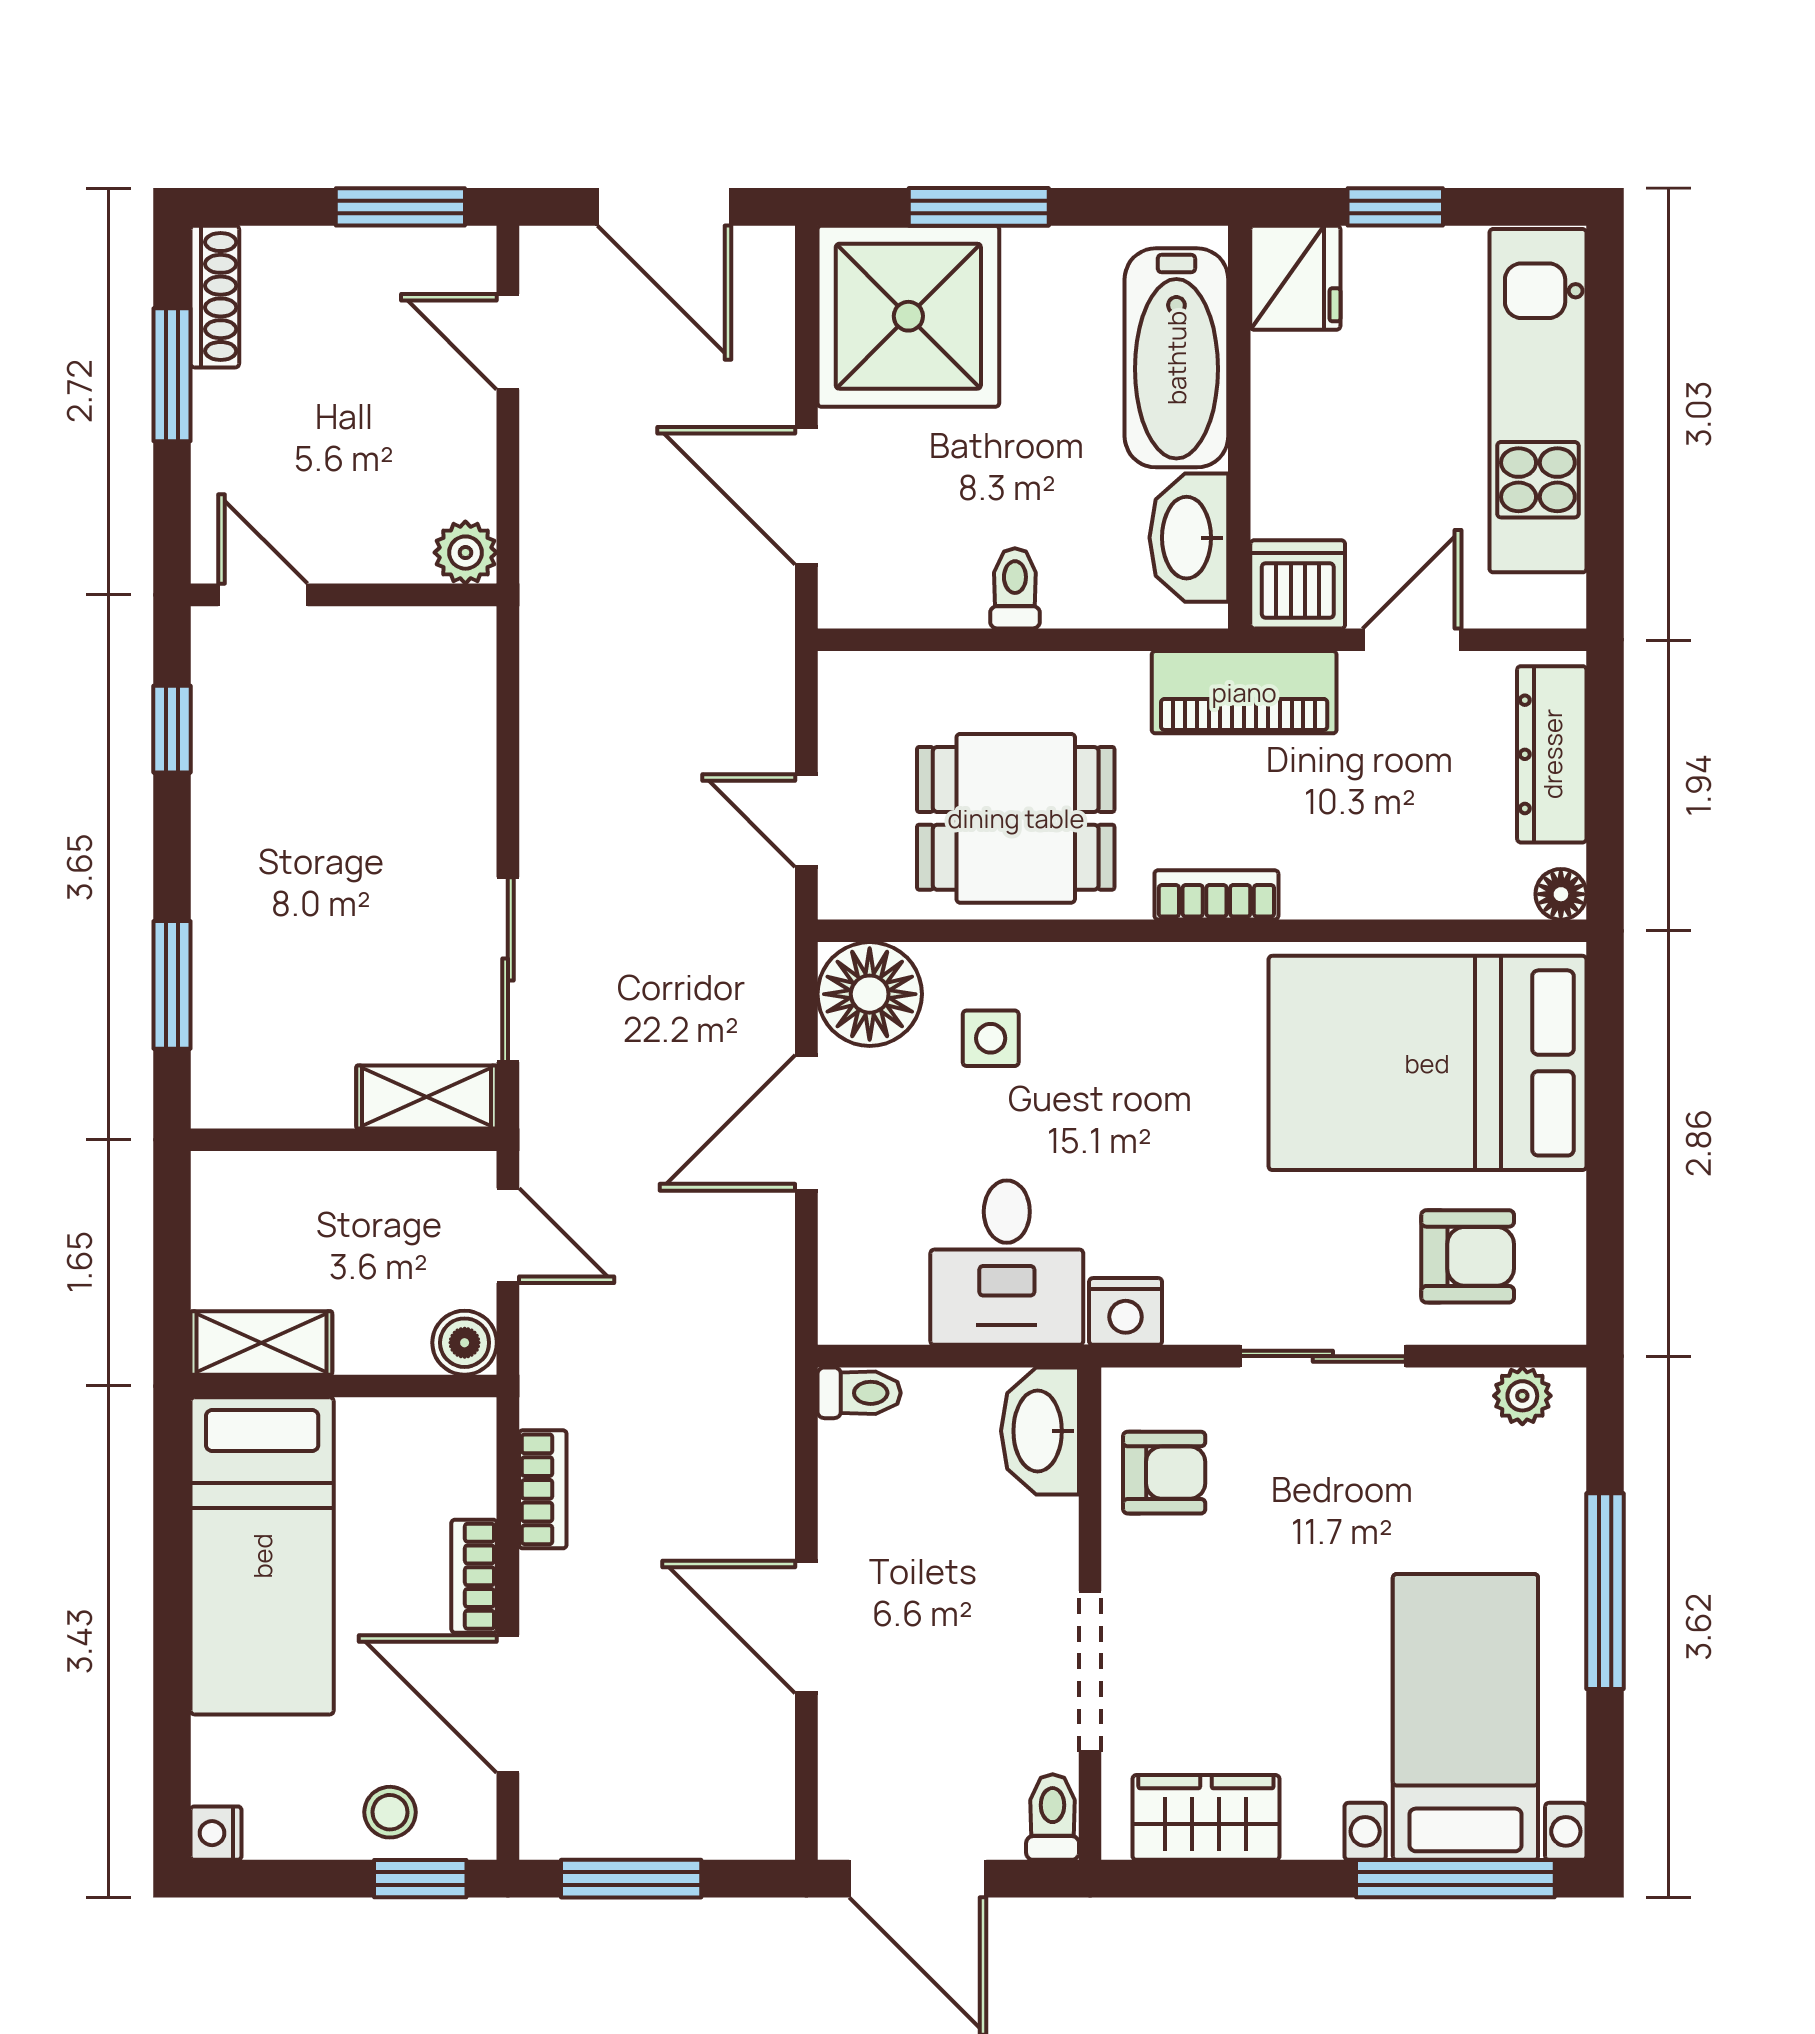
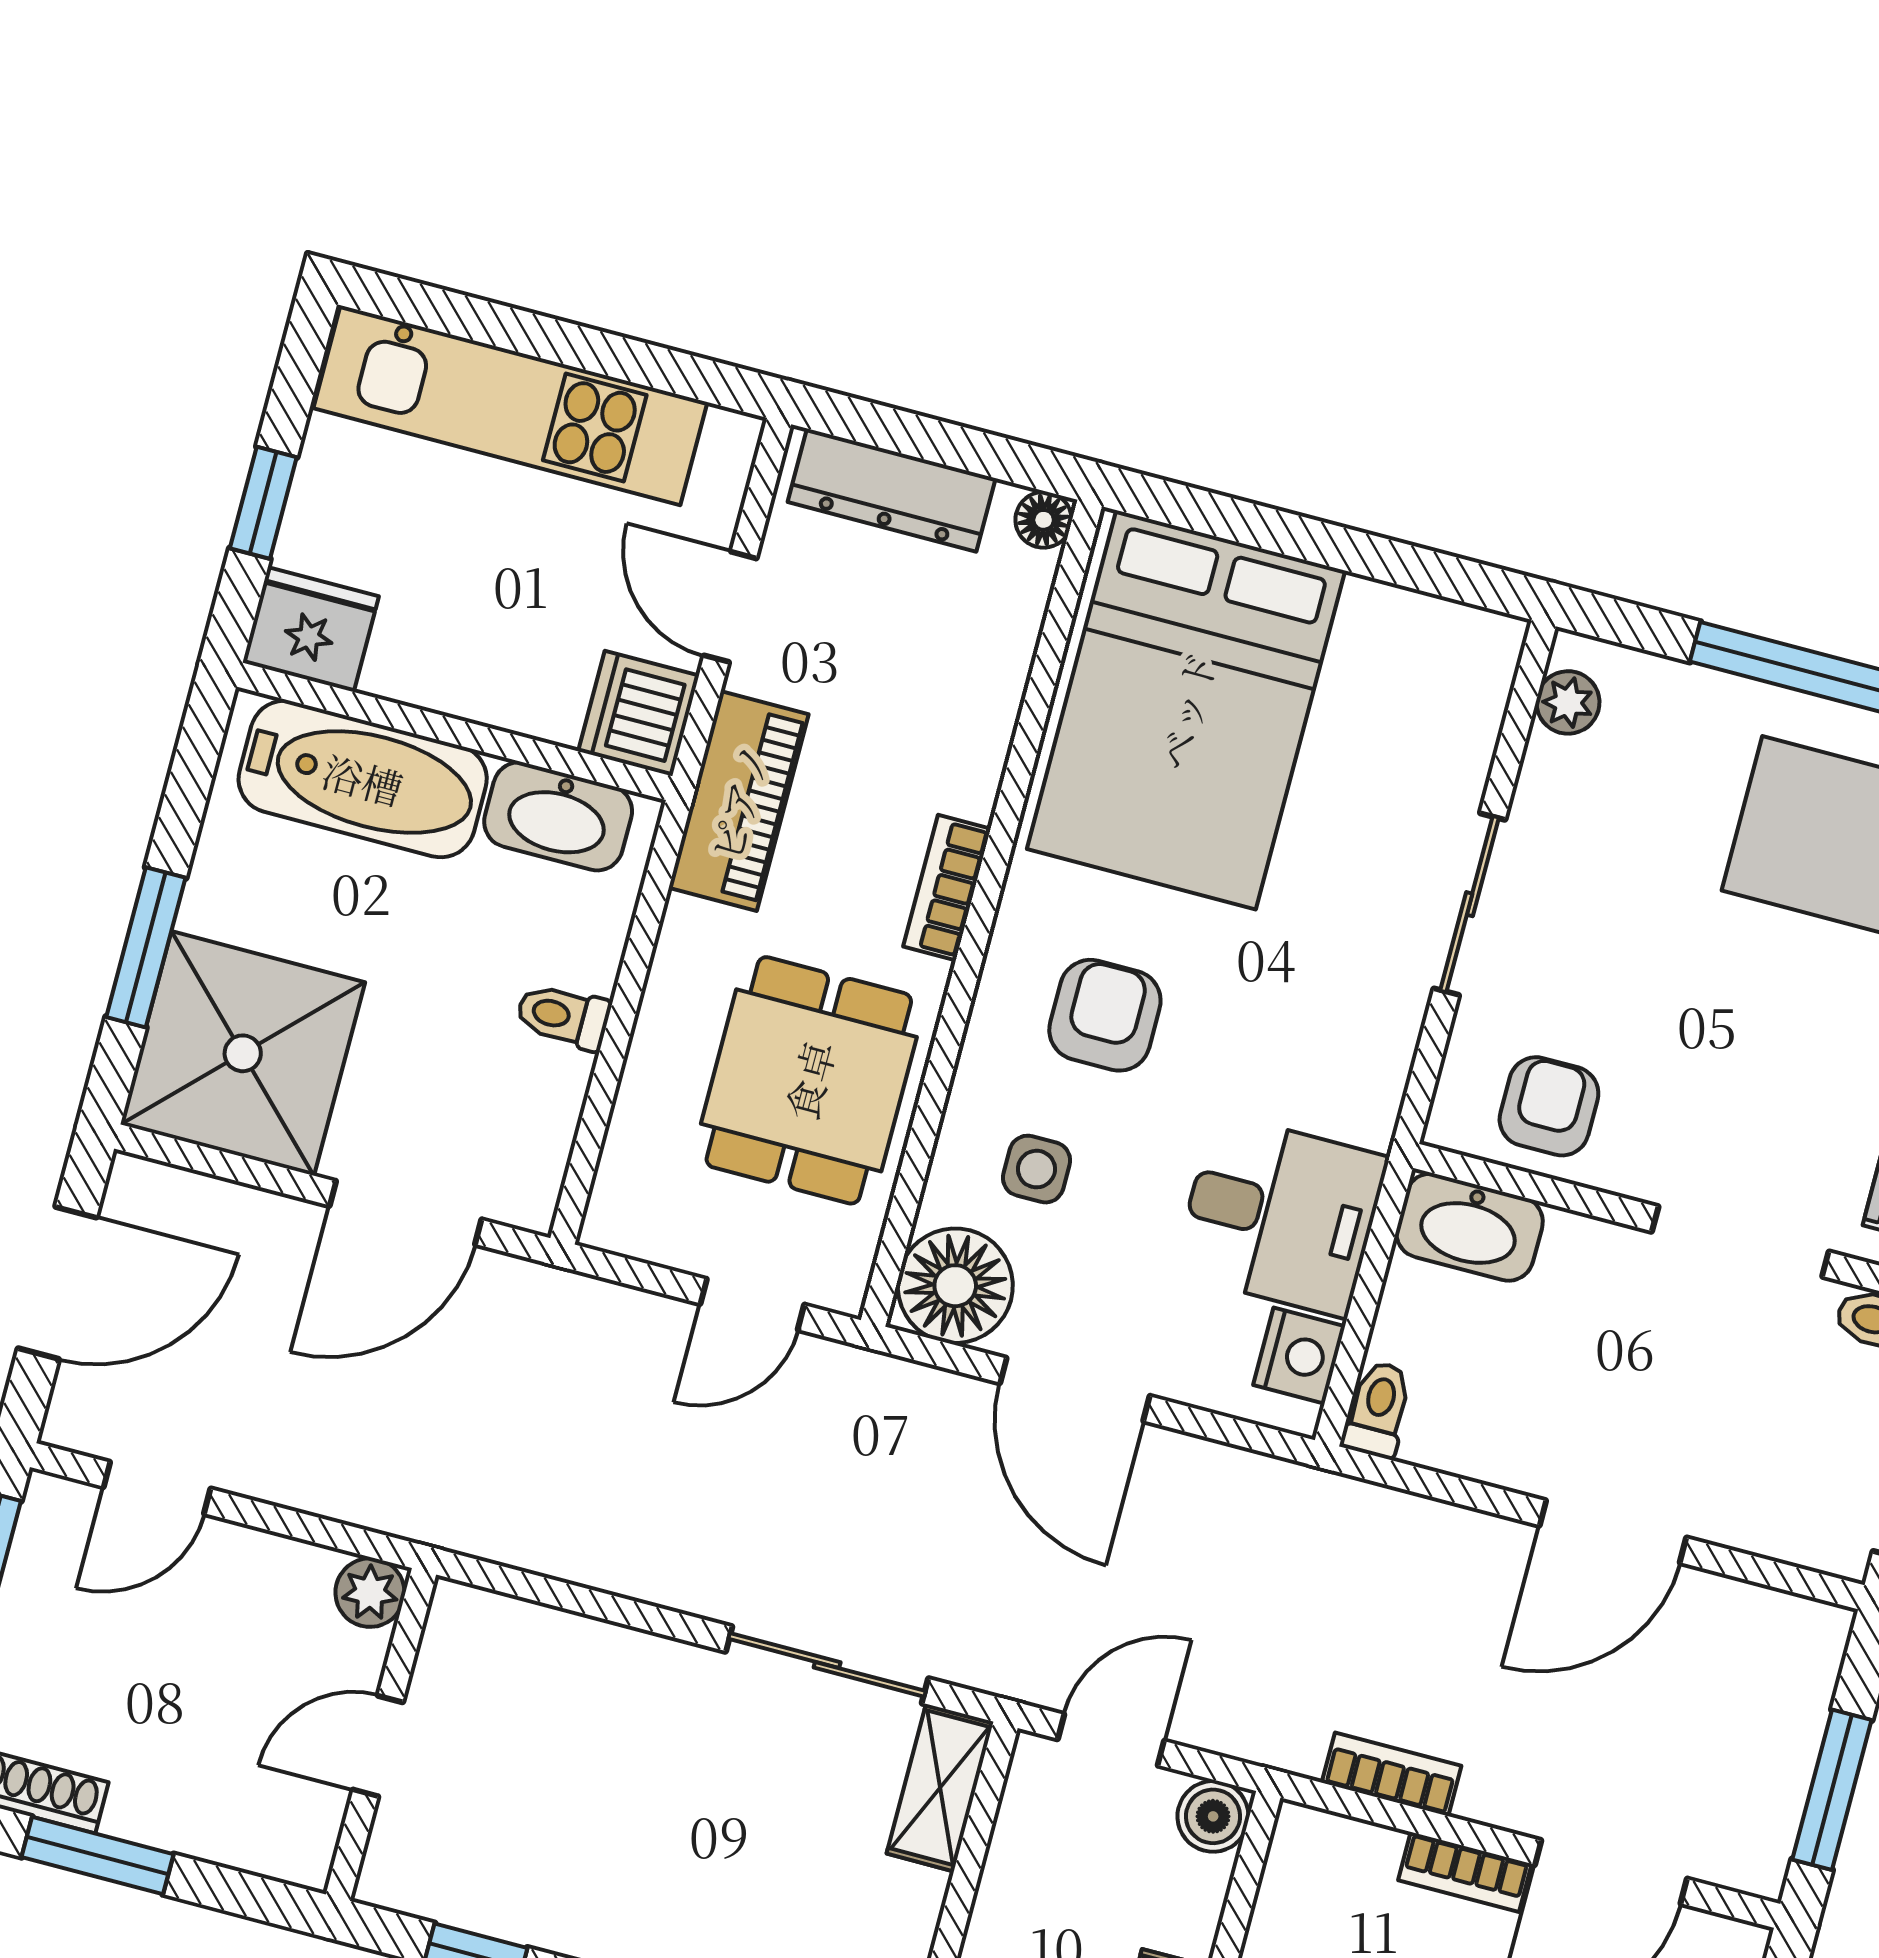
door: (263, 595) -> (378, 1746), moved
armchair: (1468, 1256) -> (1105, 1015), moved
nightstand: (1126, 1311) -> (1299, 1356), moved

